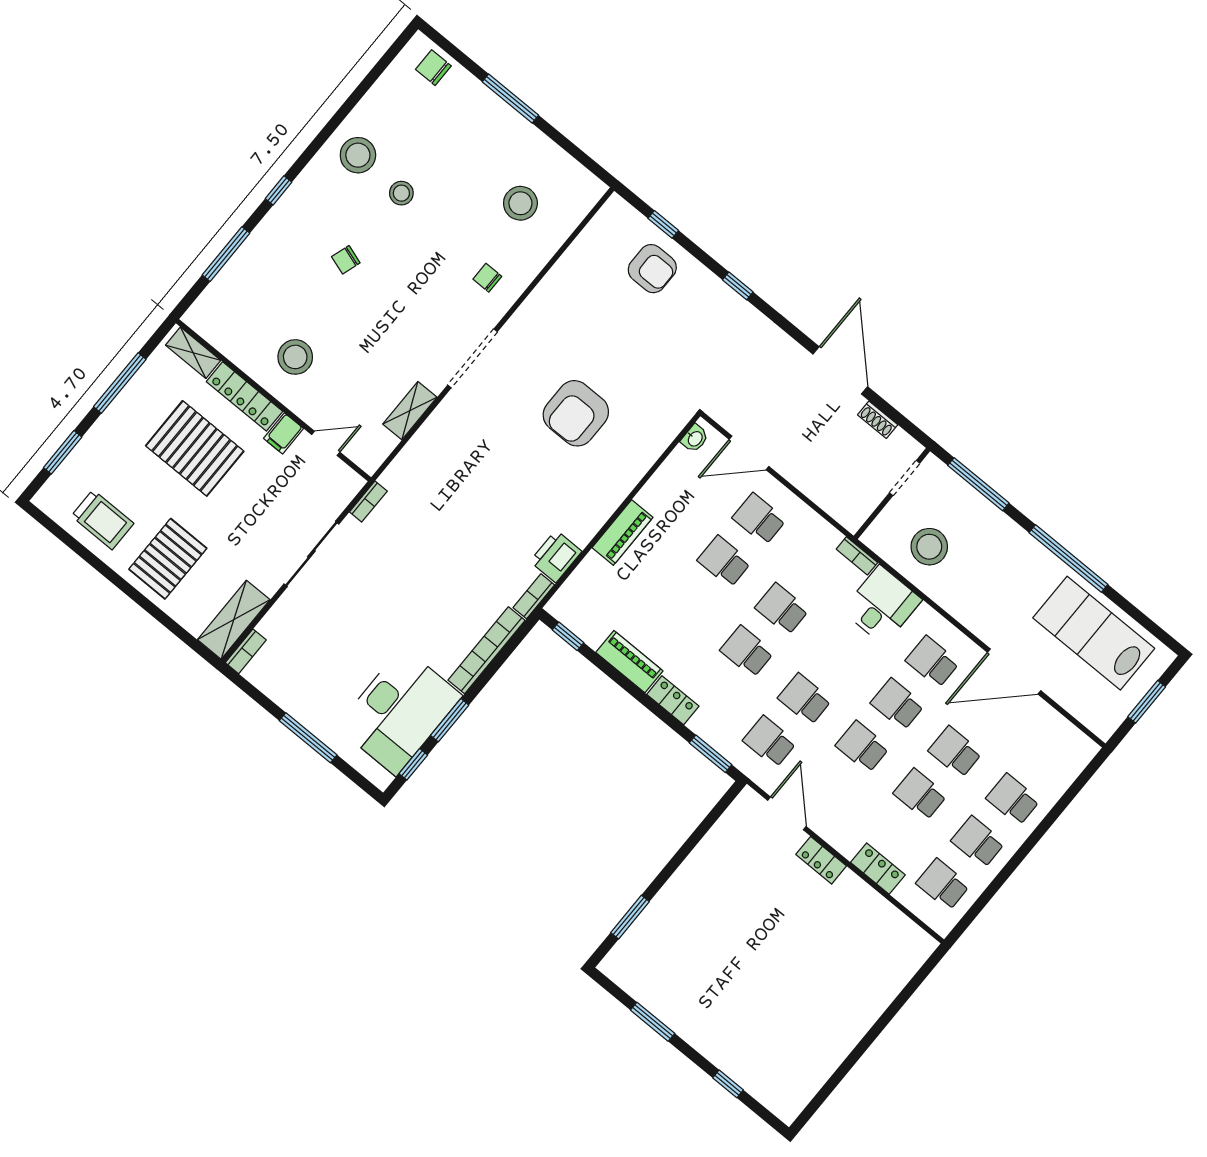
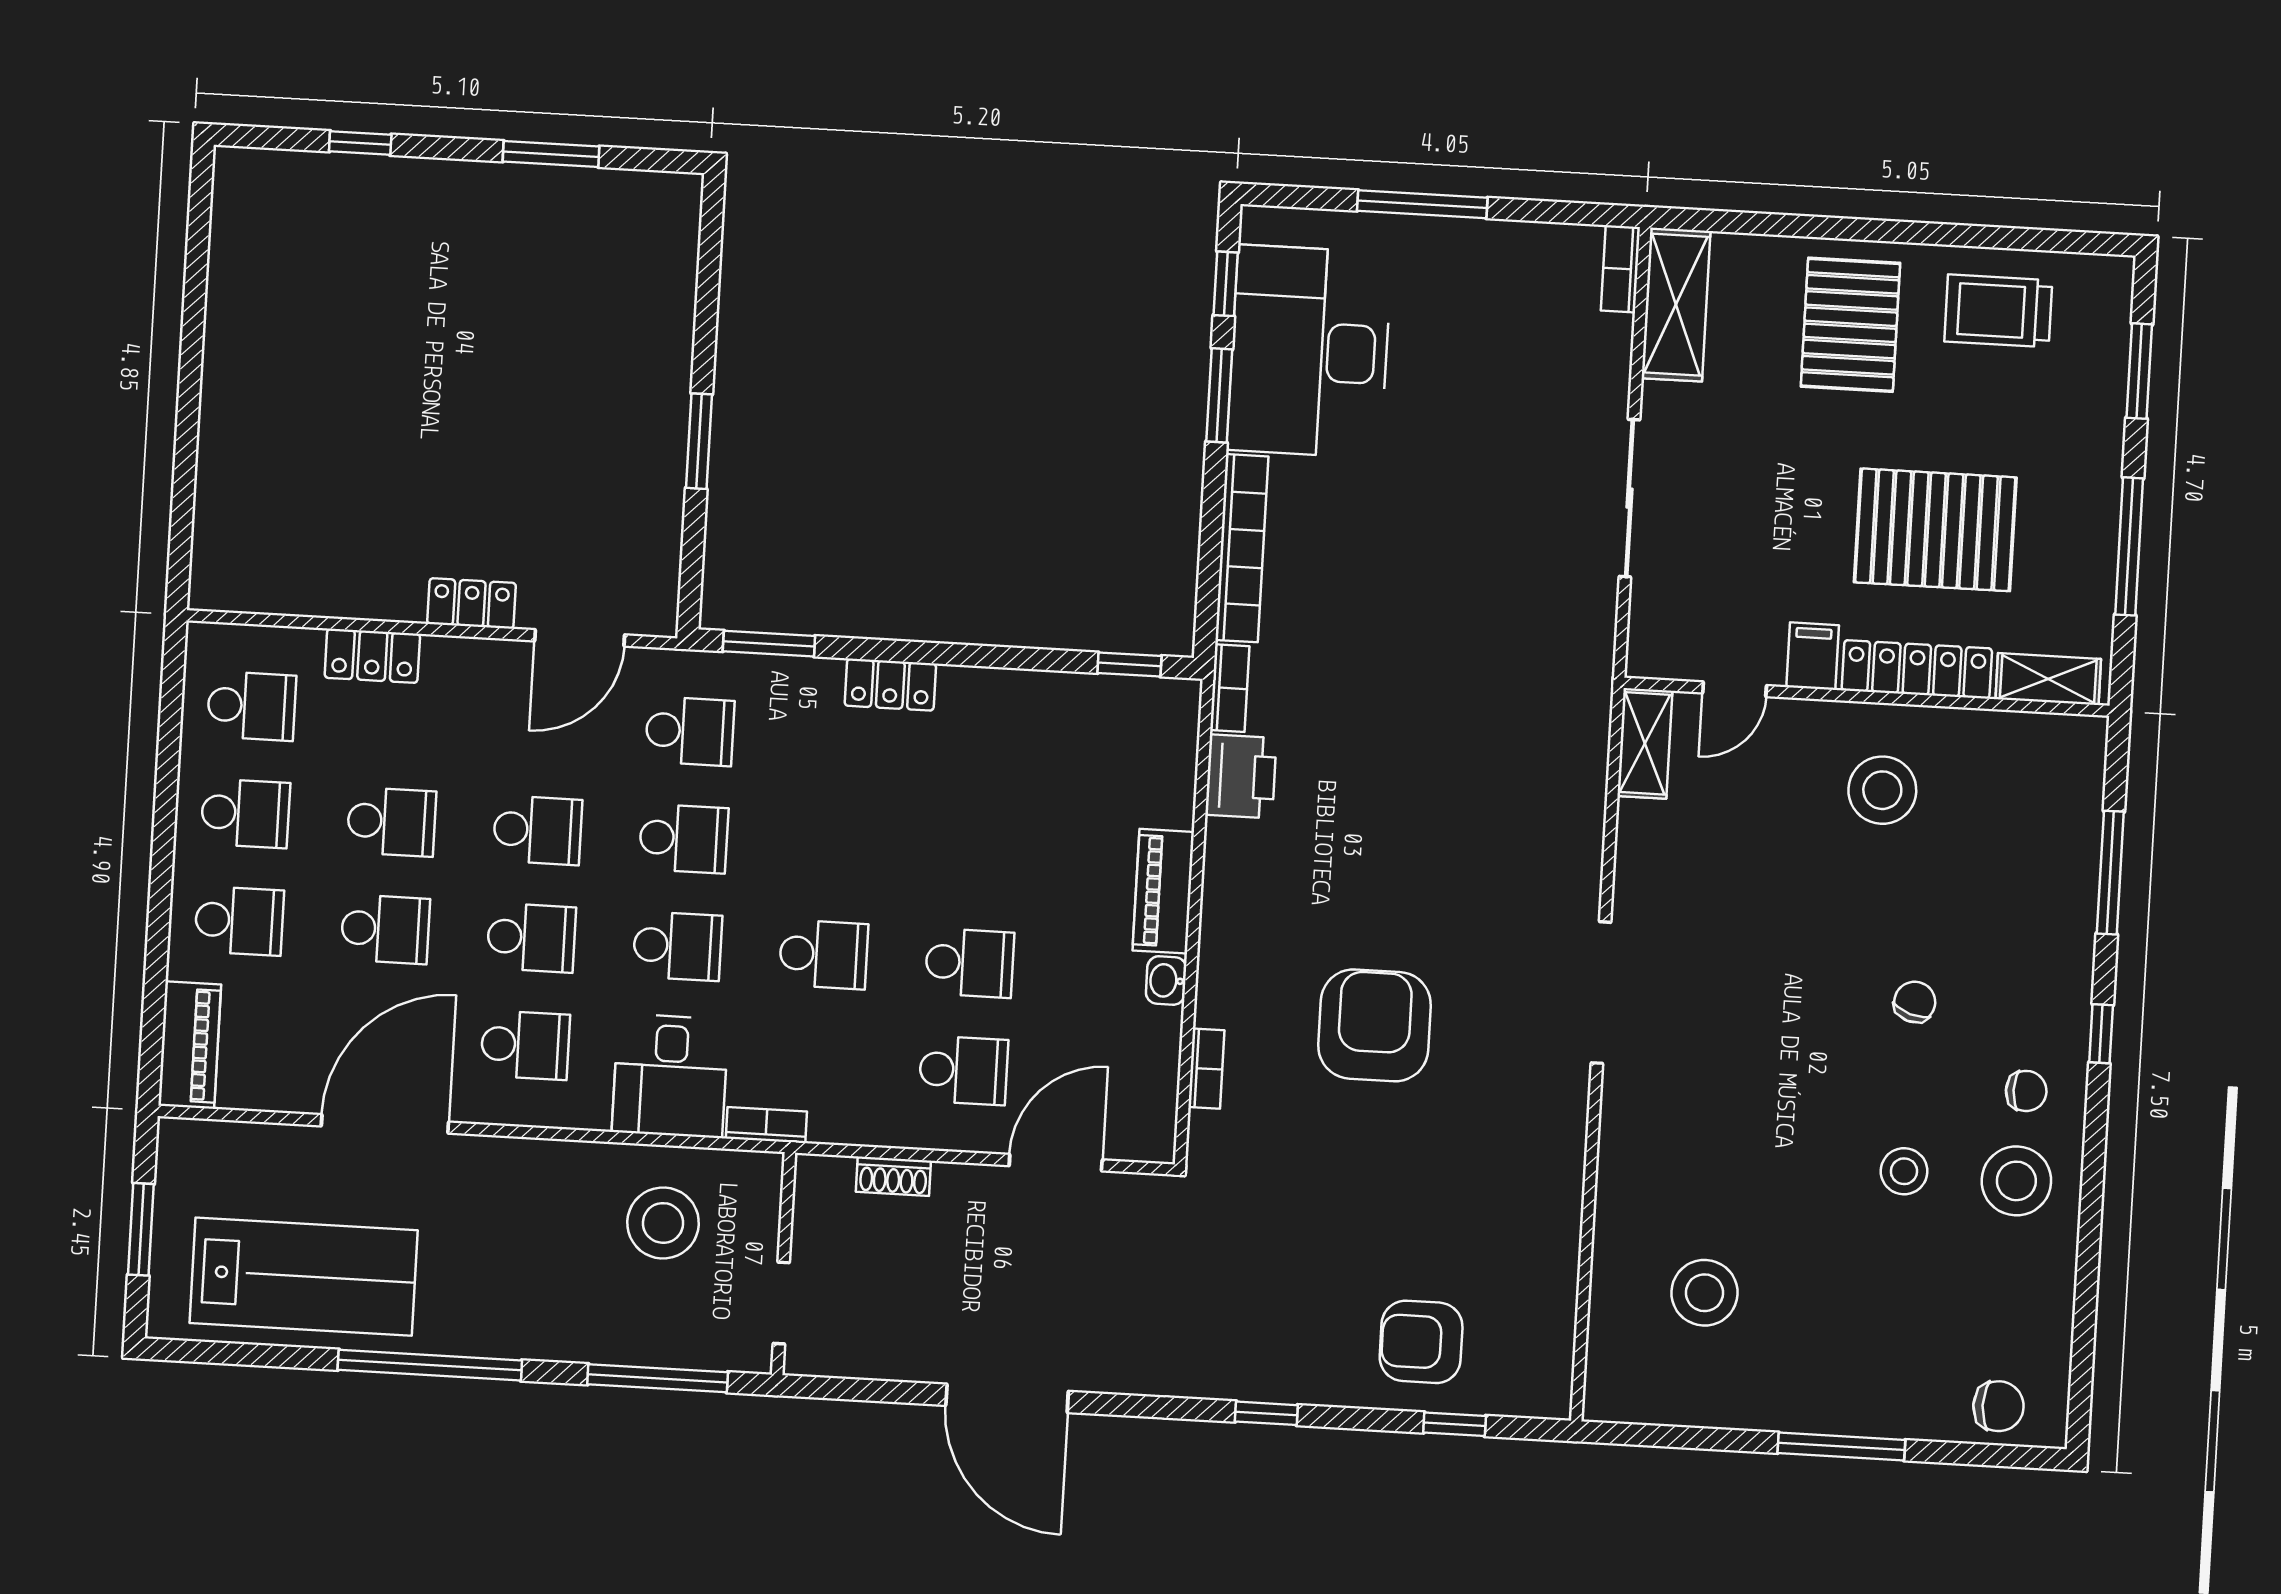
chair: (487, 278) -> (2026, 1091), moved
shelving: (410, 411) -> (1645, 743), moved
shoe rack: (878, 420) -> (893, 1176), moved, turned 180
washbasin: (695, 438) -> (1166, 980), moved
bookcase: (368, 502) -> (1206, 1069), moved, turned 180
school desk: (747, 651) -> (677, 946), moved
piano: (629, 662) -> (190, 1045), moved, turned -90
door: (787, 813) -> (580, 638), hinge flipped
window: (630, 917) -> (699, 441), moved

